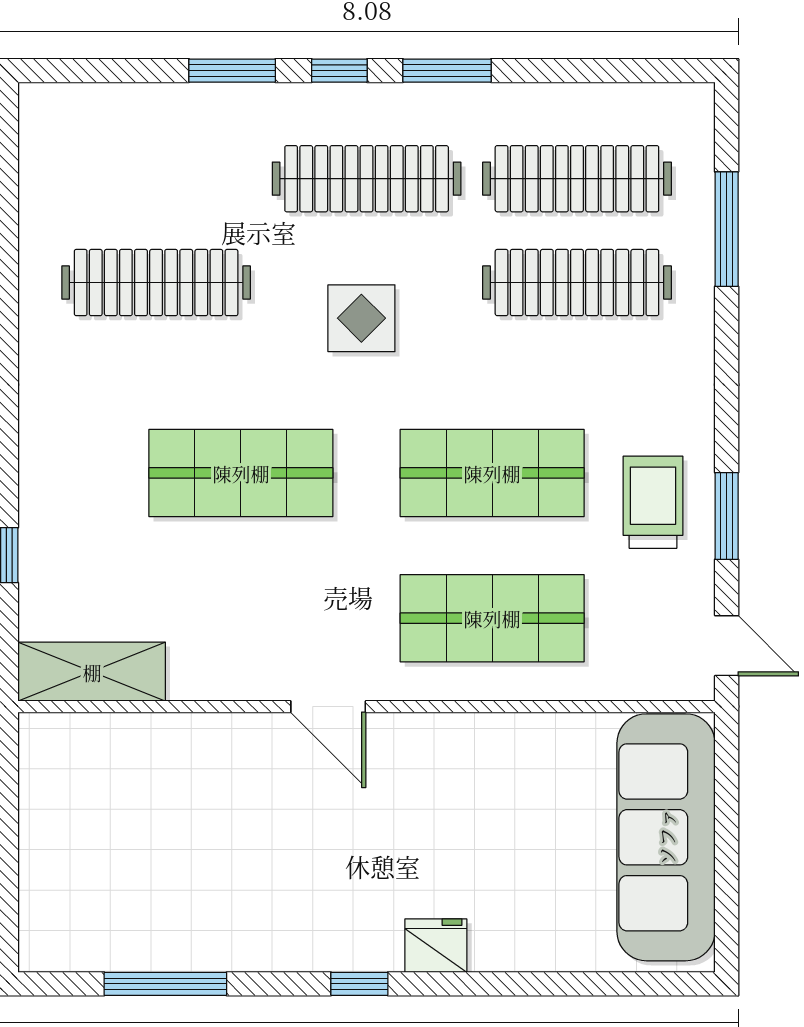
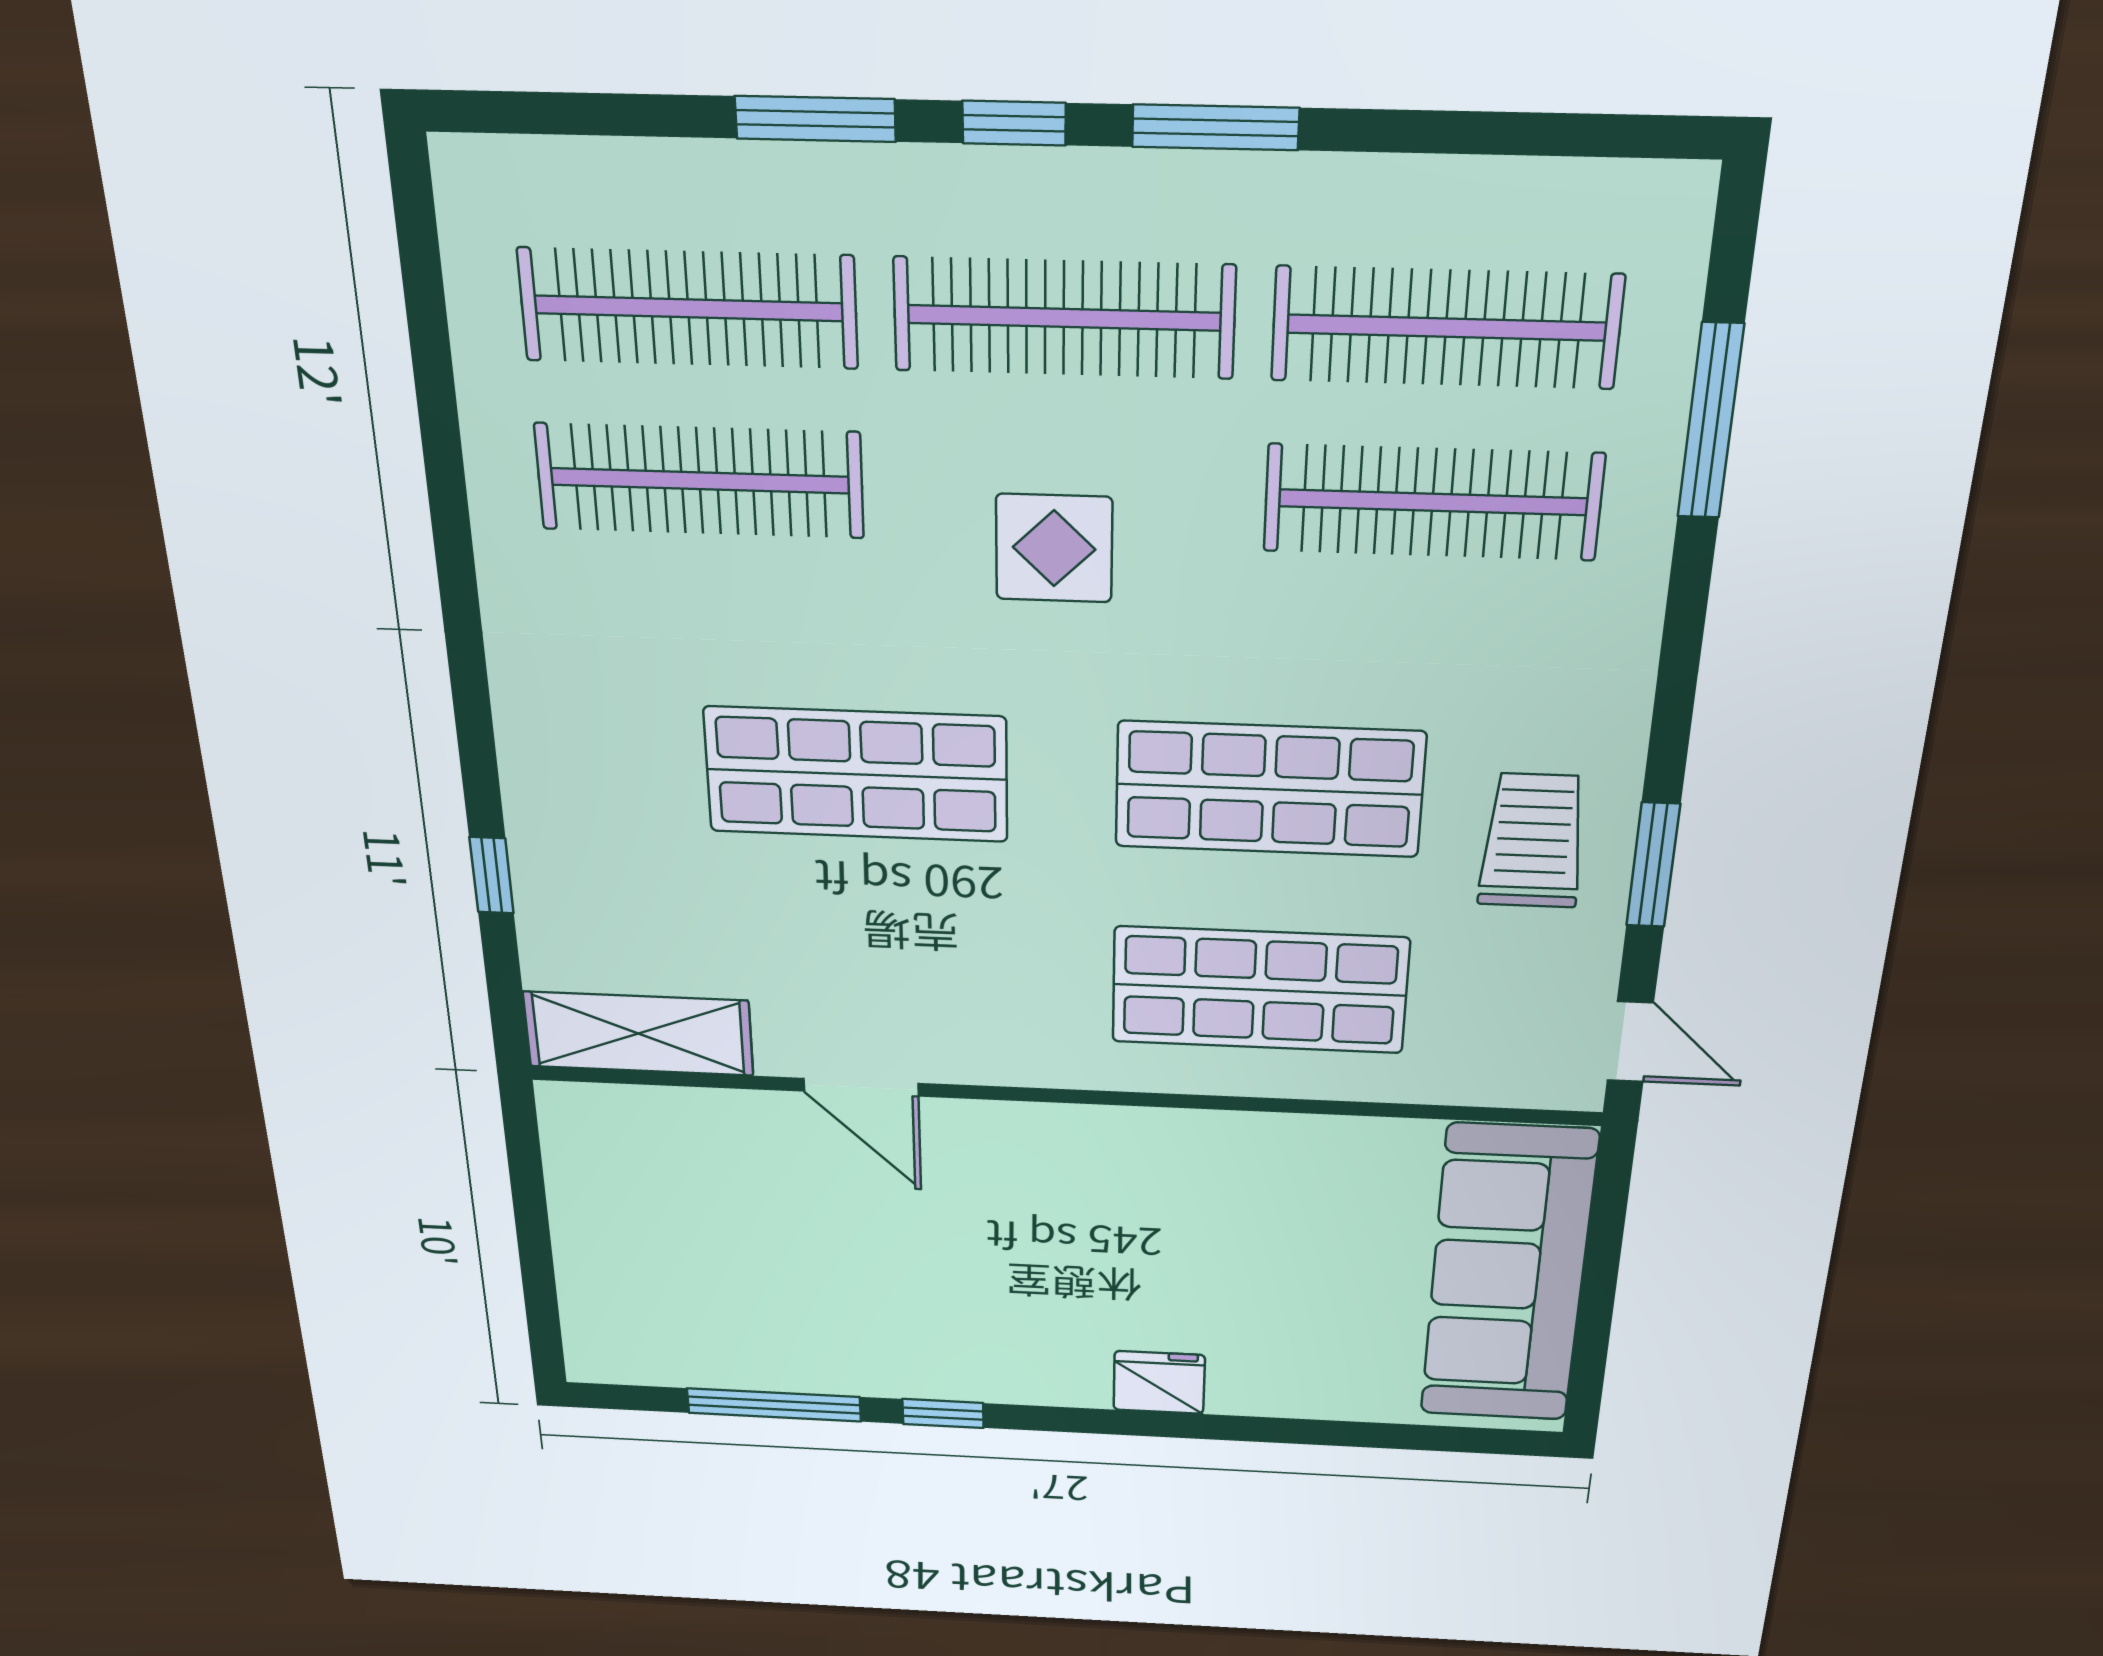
clothes rail: (156, 179) -> (688, 308), added
door: (328, 707) -> (861, 1087), moved
window: (359, 984) -> (943, 1413), moved

